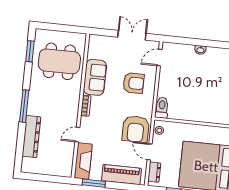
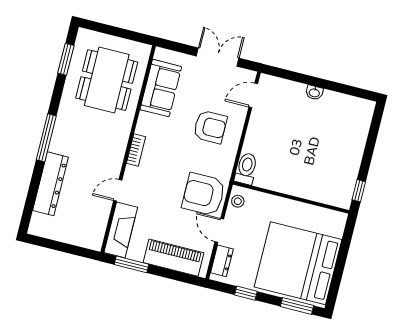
dining table: (59, 61) -> (107, 80), turned 90
sofa: (95, 77) -> (161, 88), moved
armchair: (136, 129) -> (204, 194), turned 90

